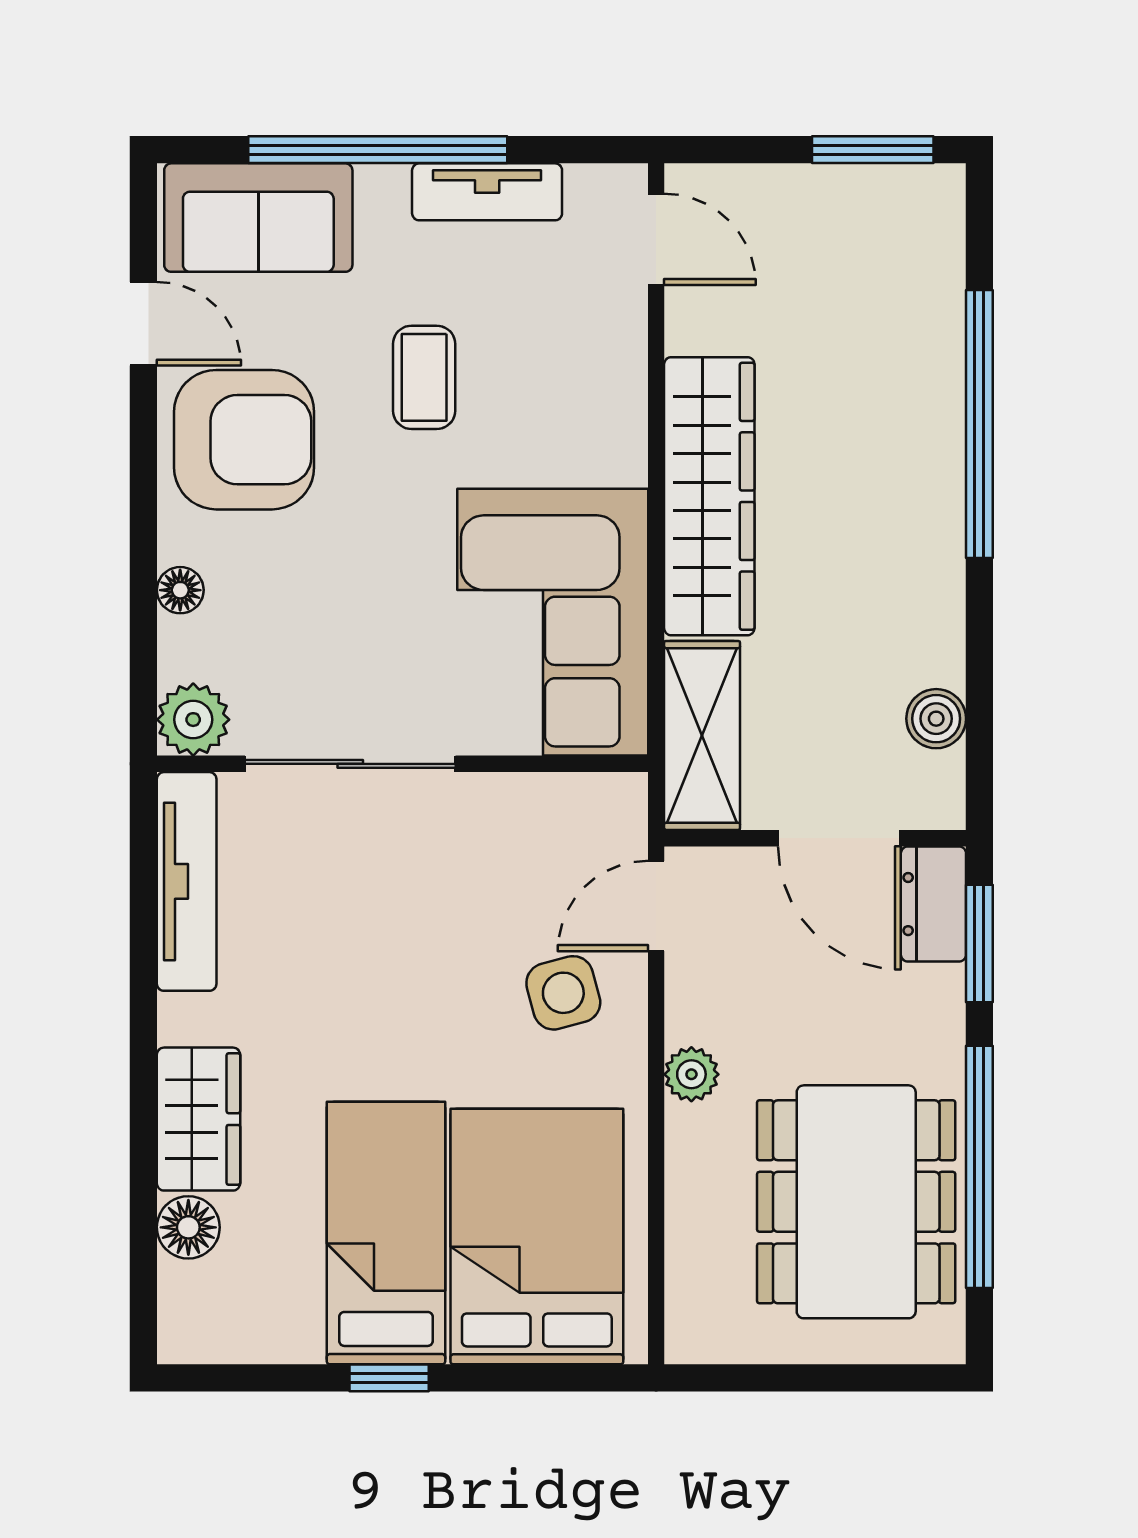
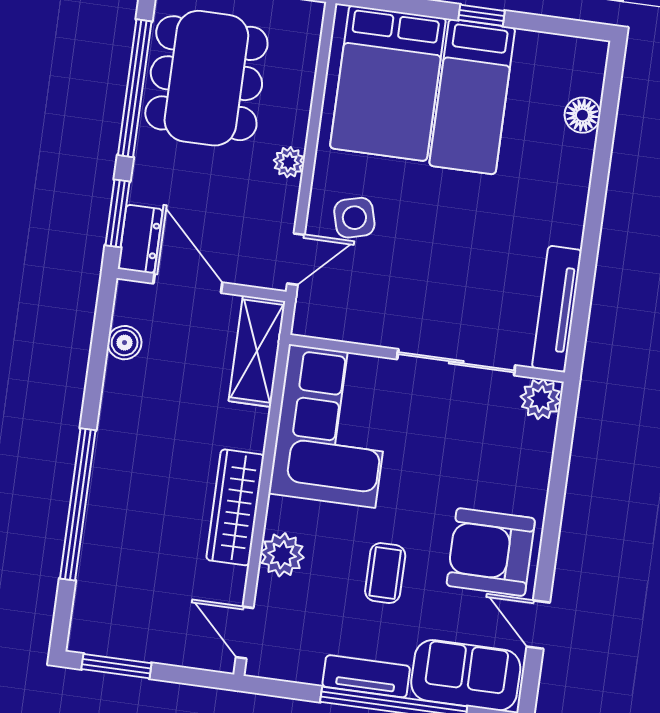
tv unit: (487, 192) -> (366, 676), moved
plant: (609, 385) -> (282, 555), added
wardrobe: (709, 496) -> (235, 507), width x0.71, depth x0.85
floor lamp: (180, 590) -> (538, 473), removed
wardrobe: (198, 1119) -> (568, 175), removed

